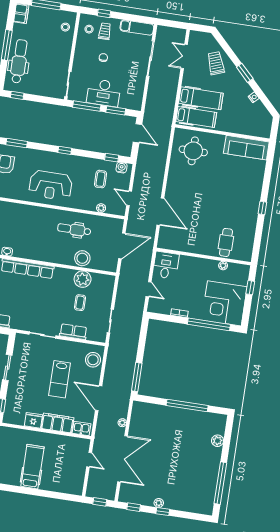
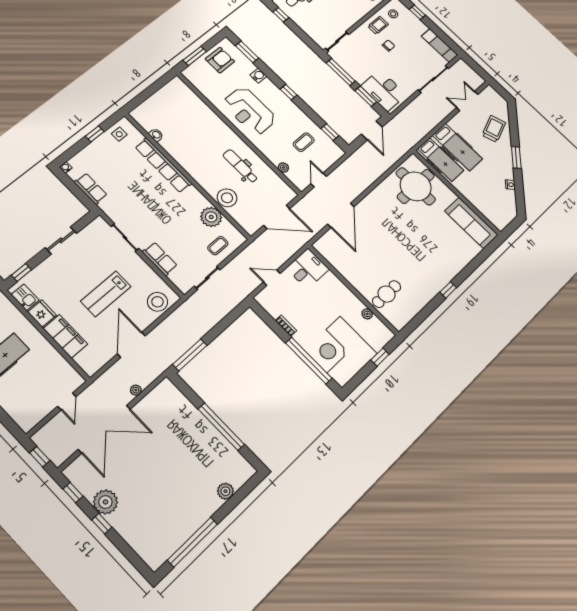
trolley: (105, 31) -> (378, 25), moved
desk: (104, 93) -> (384, 90), moved
round table: (193, 151) -> (416, 186), width x1.36, depth x1.36
water cooler: (122, 168) -> (258, 76), moved
door: (149, 289) -> (272, 278), swing flipped
coffee table: (80, 303) -> (218, 246), moved
kitchen sink: (82, 429) -> (25, 297), moved
plant: (159, 503) -> (105, 502), width x1.88, depth x1.88

